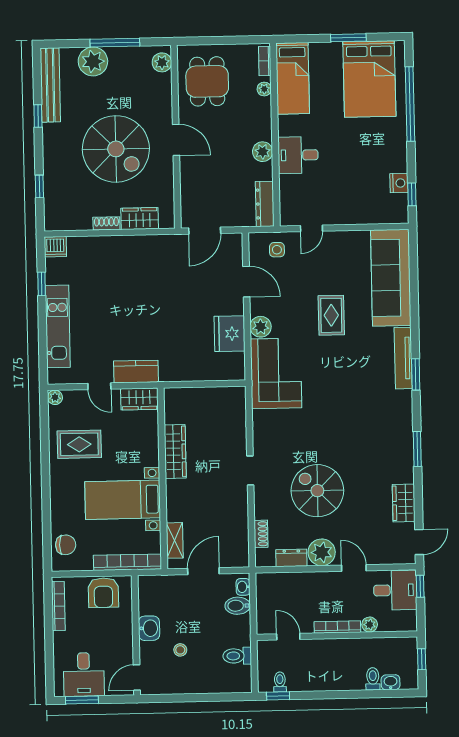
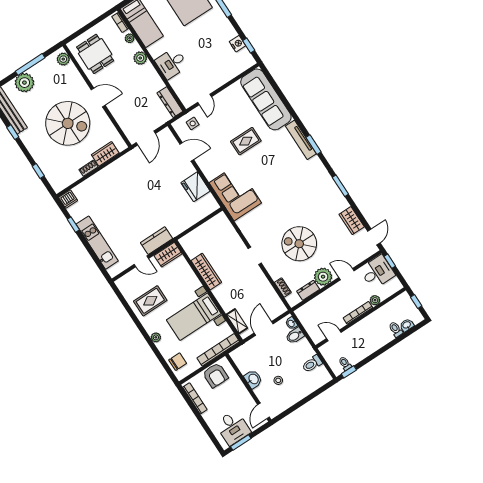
plant: (263, 152) -> (140, 58), moved
rug: (331, 315) -> (246, 141), turned 90
plant: (261, 327) -> (210, 172), removed
plant: (55, 397) -> (156, 337), moved

